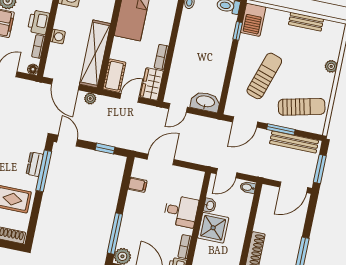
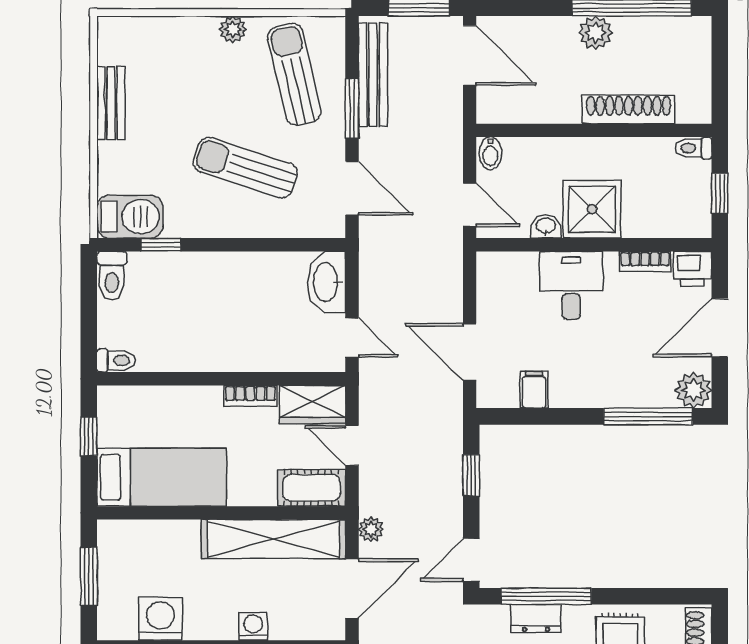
plant: (331, 66) -> (233, 29), moved
plant: (292, 246) -> (596, 33), added

